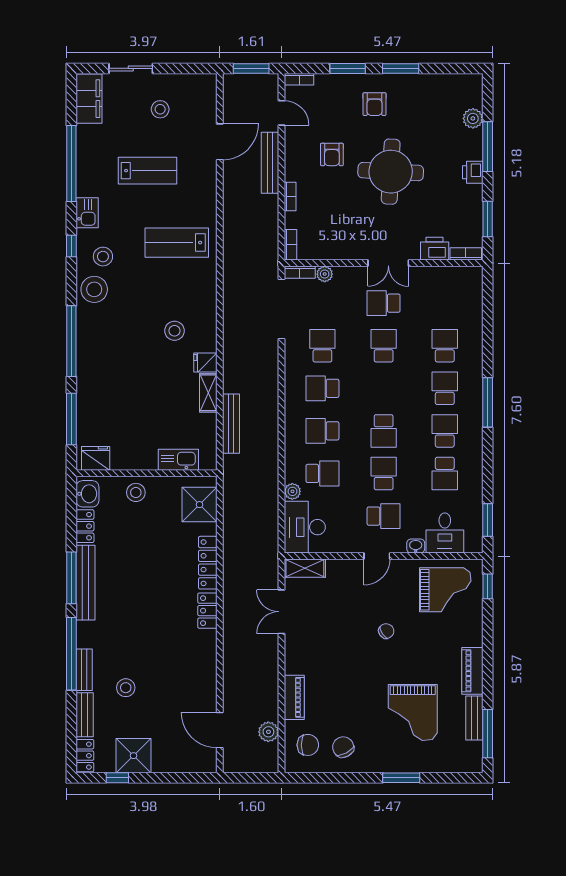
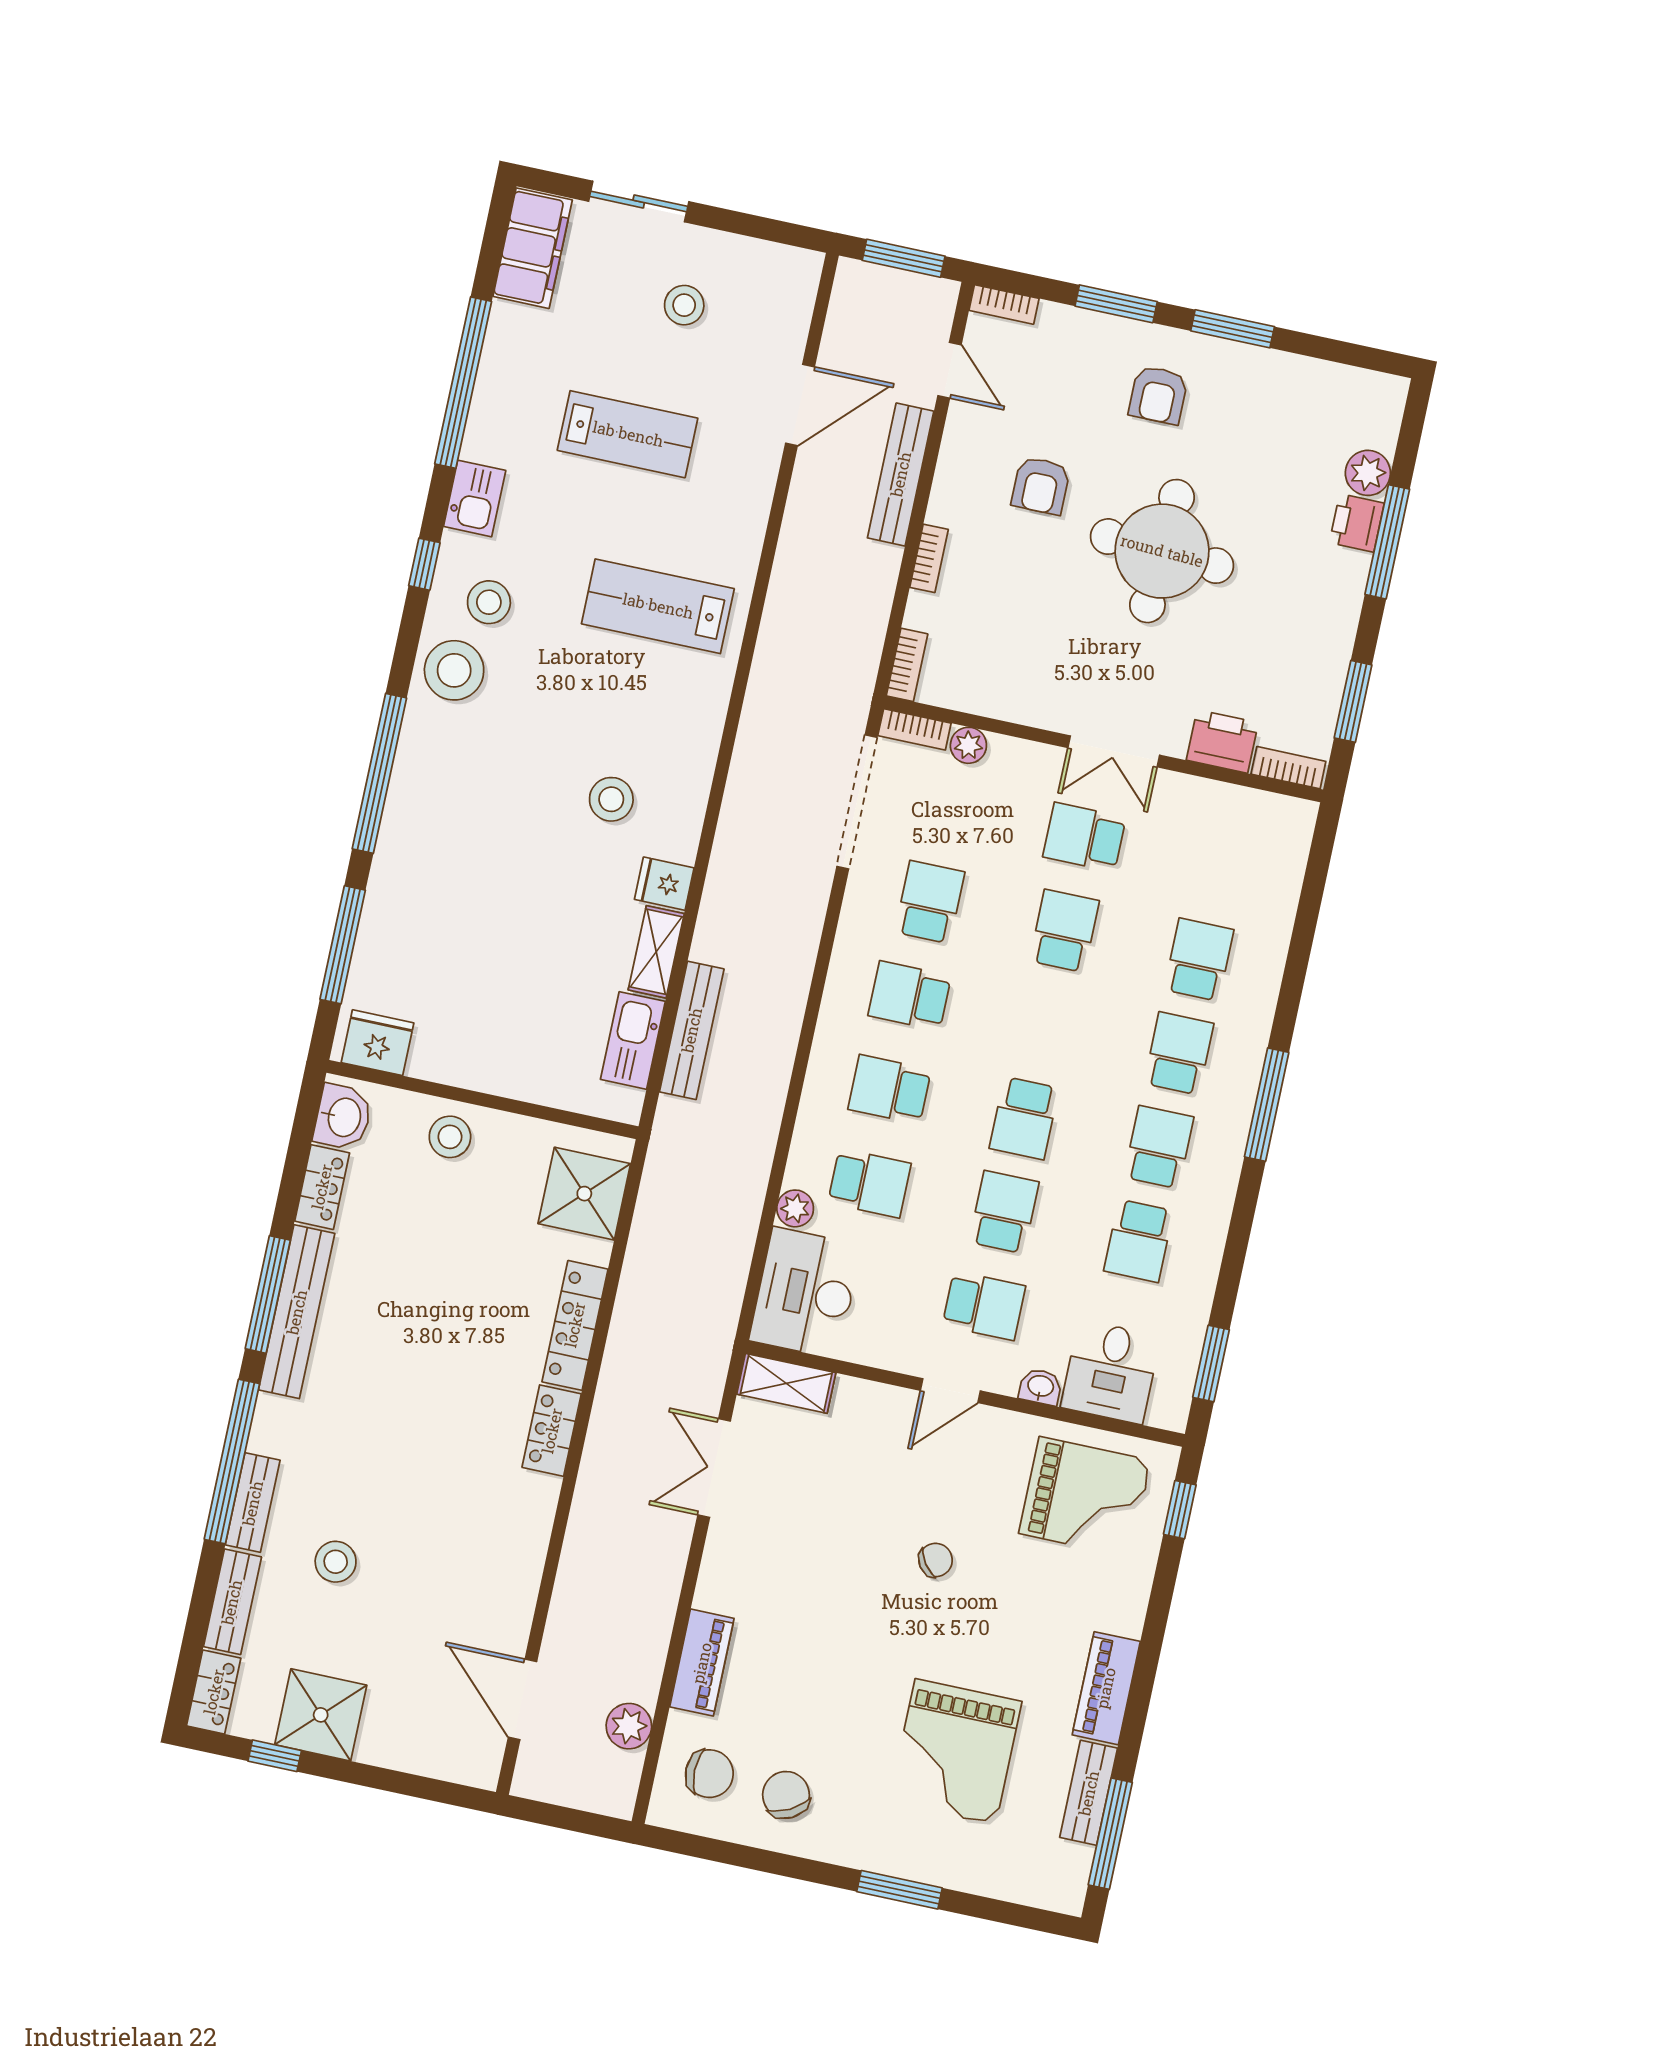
printer: (473, 172) -> (1357, 523), moved
kitchen sink: (178, 460) -> (633, 1040), moved, turned -90

